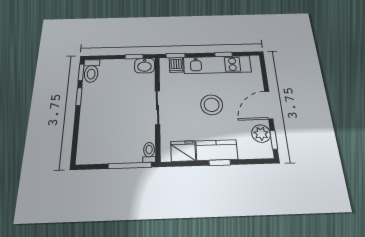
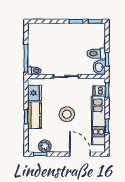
toilet: (91, 71) -> (96, 54), moved
door: (269, 105) -> (80, 154), moved

